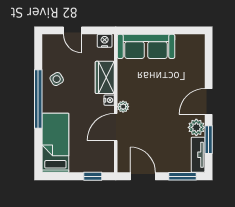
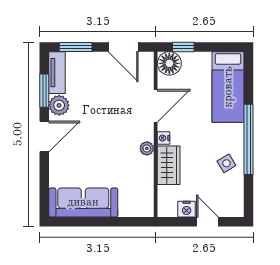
nightstand: (105, 41) -> (187, 209), moved
sofa: (146, 46) -> (83, 202), moved
plant: (123, 107) -> (147, 148), moved
floor lamp: (104, 162) -> (169, 63), added

